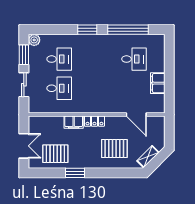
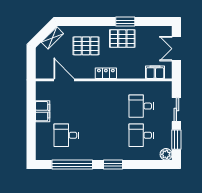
filing cabinet: (74, 122) -> (155, 72), moved
pallet: (55, 154) -> (122, 39), moved

